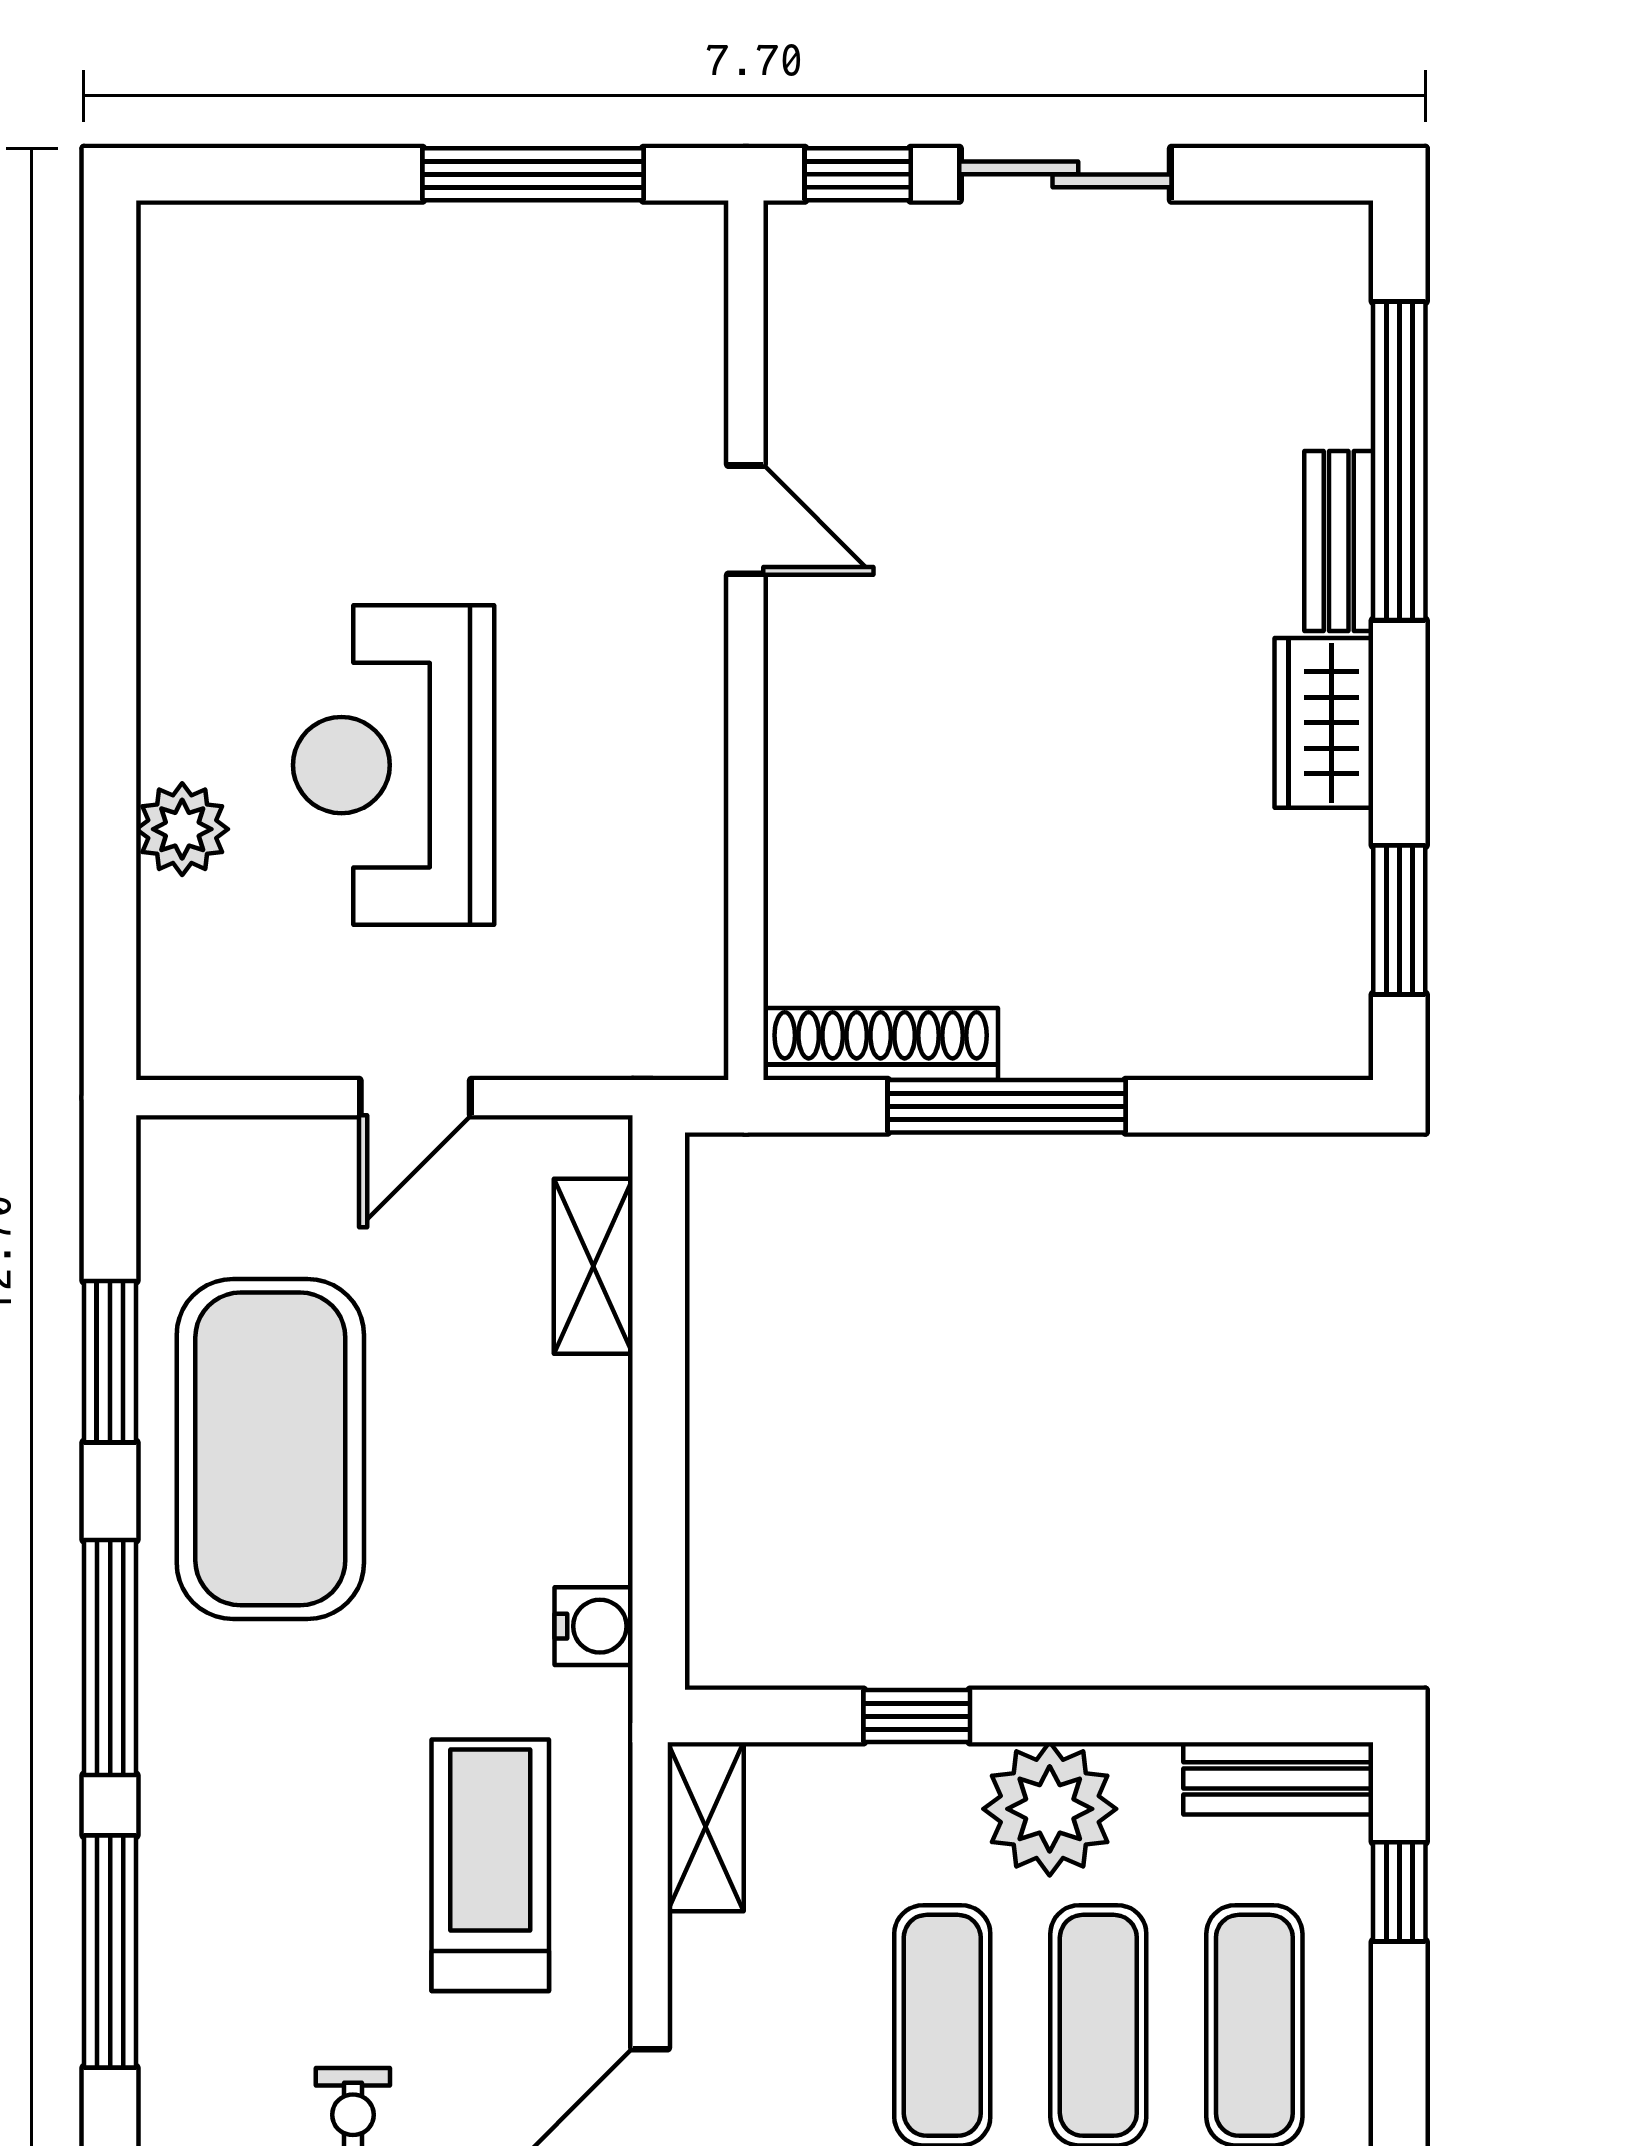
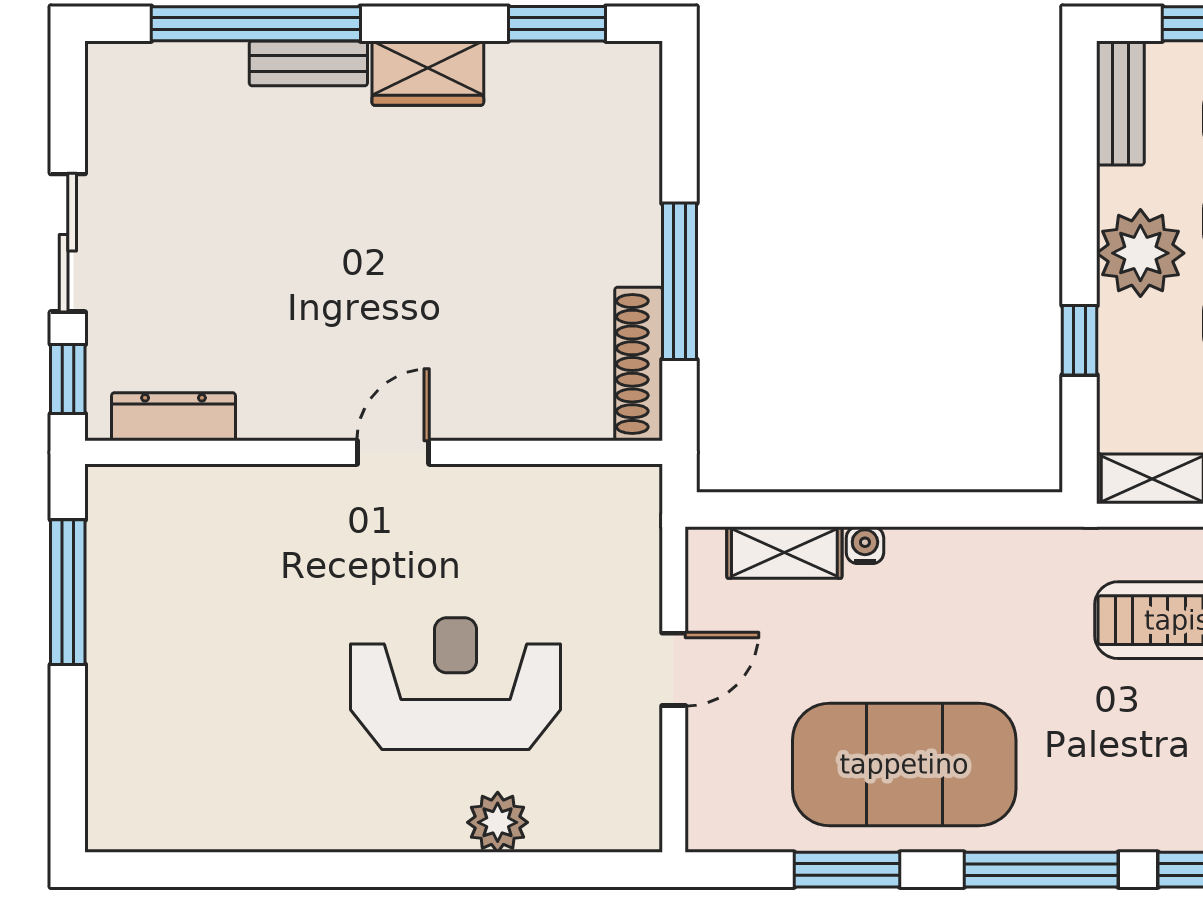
dresser: (800, 335) -> (173, 417), added
door: (746, 520) -> (393, 452), moved
reception desk: (394, 765) -> (455, 684), turned 180
door: (415, 1098) -> (674, 669), hinge flipped
water cooler: (594, 1626) -> (865, 545), moved, width x0.72, depth x0.72

